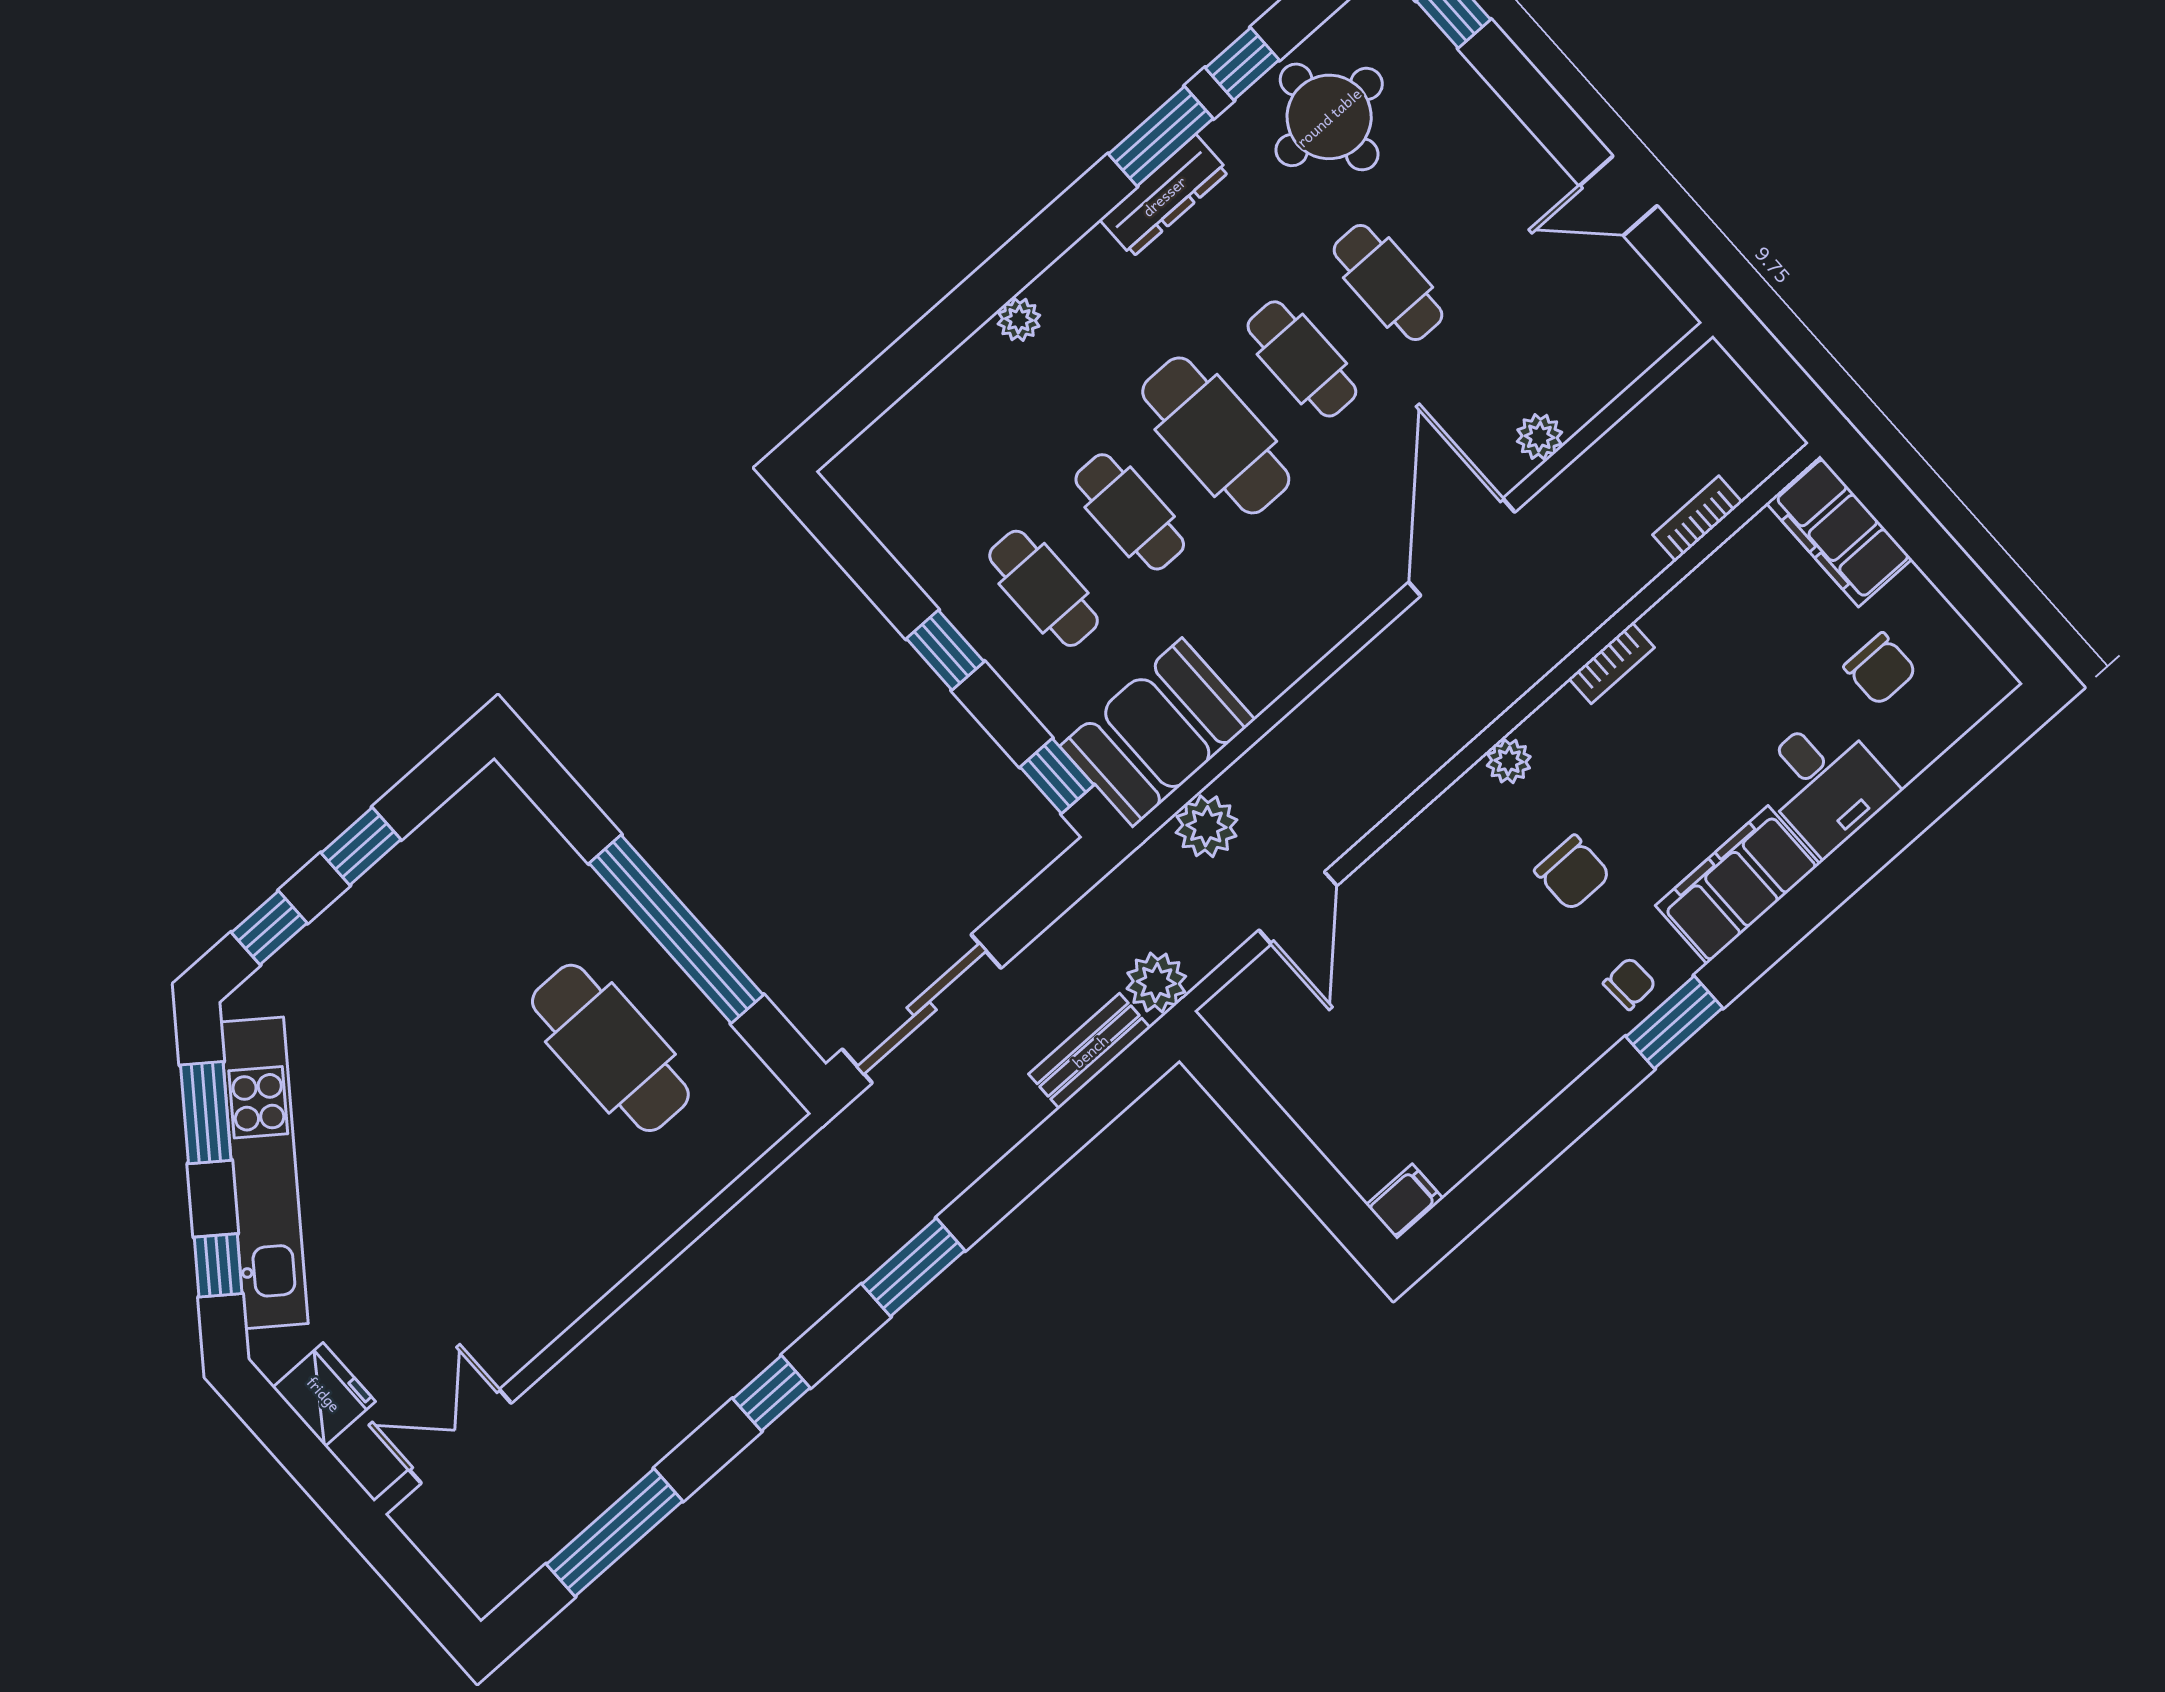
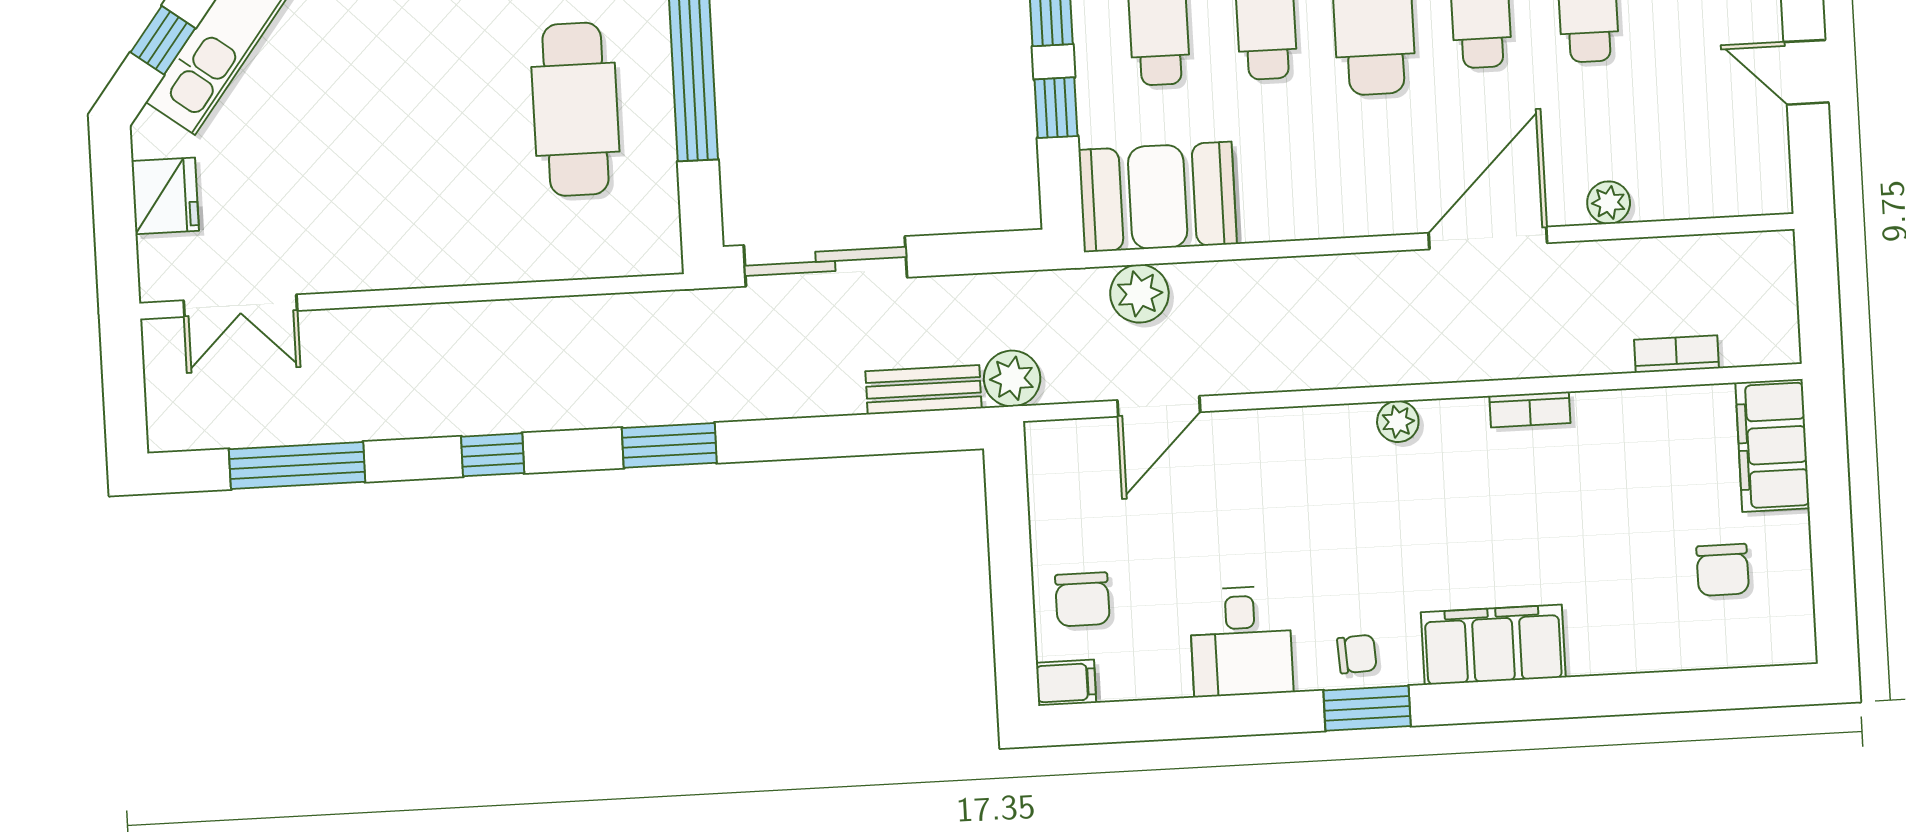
window: (1057, 776) -> (1056, 108), moved
desk: (1825, 783) -> (1241, 641), moved
chair: (1572, 873) -> (1082, 599), moved
double door: (460, 1436) -> (240, 306), swing flipped

